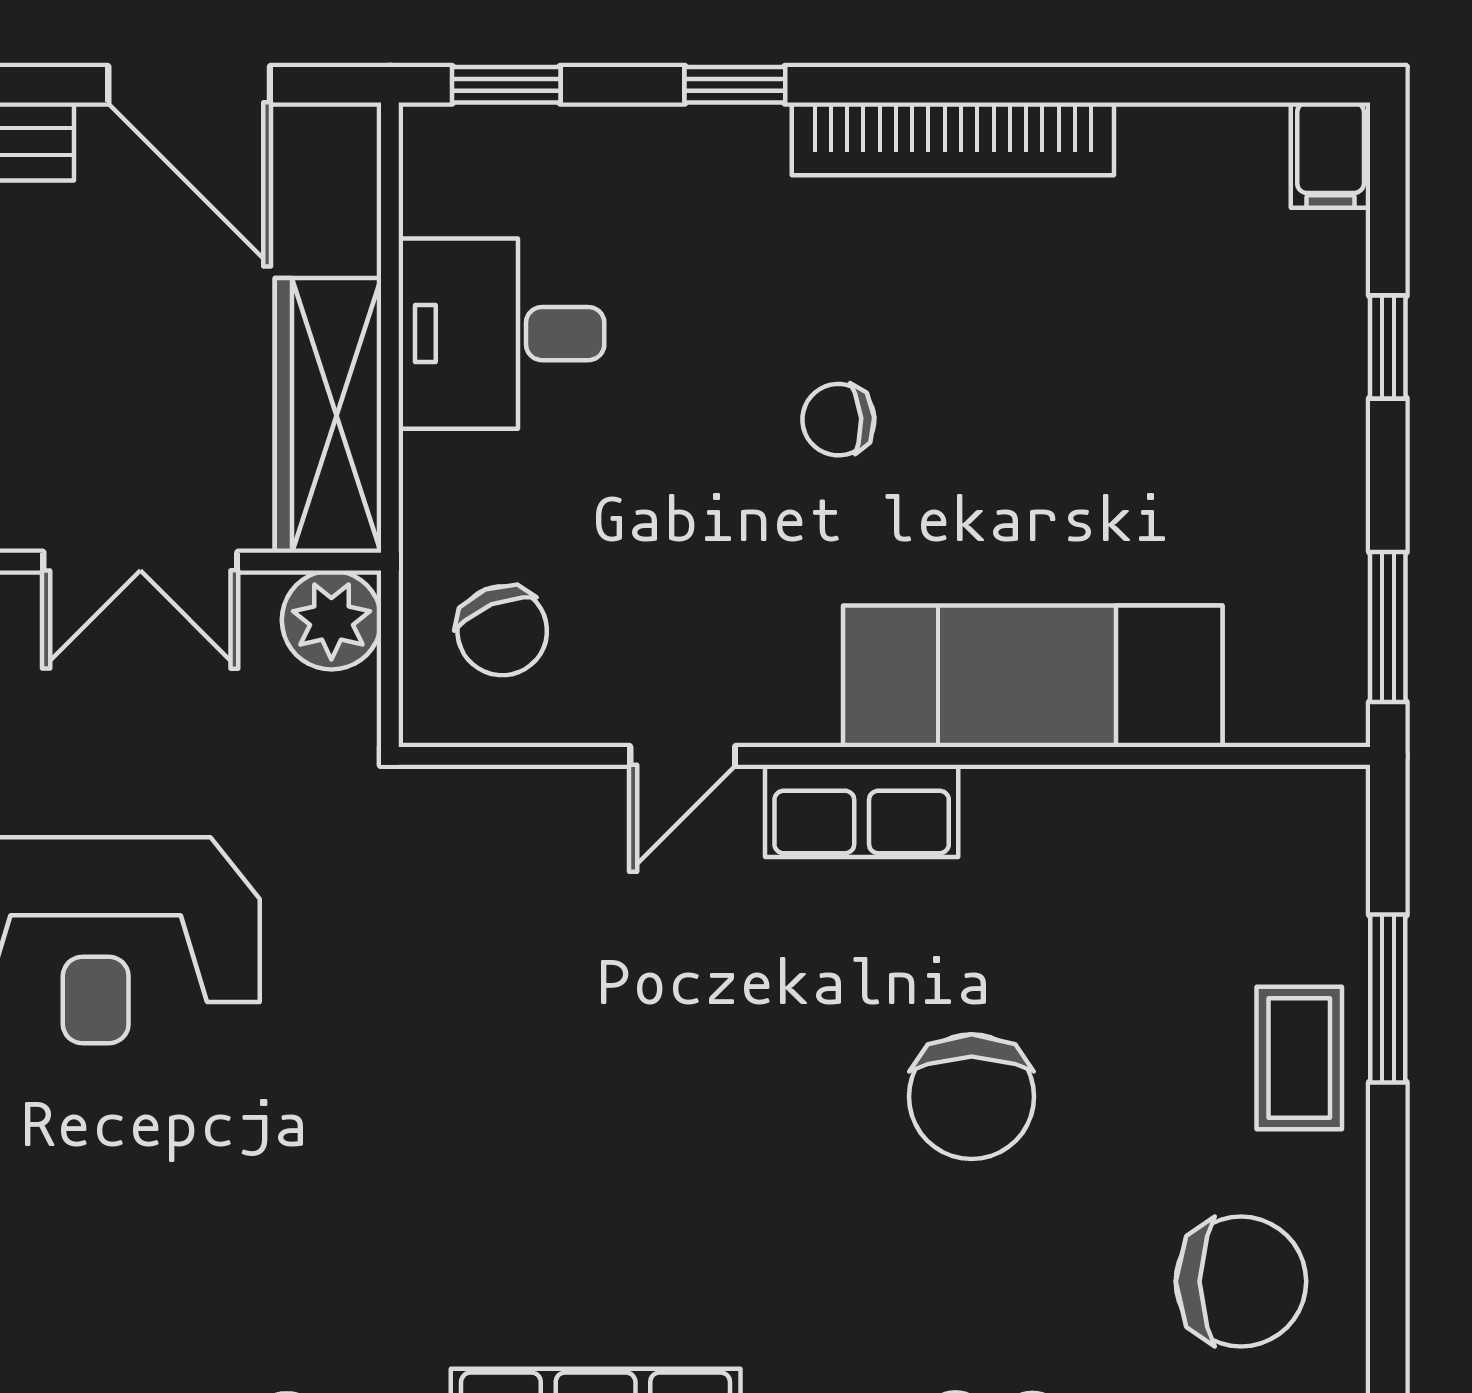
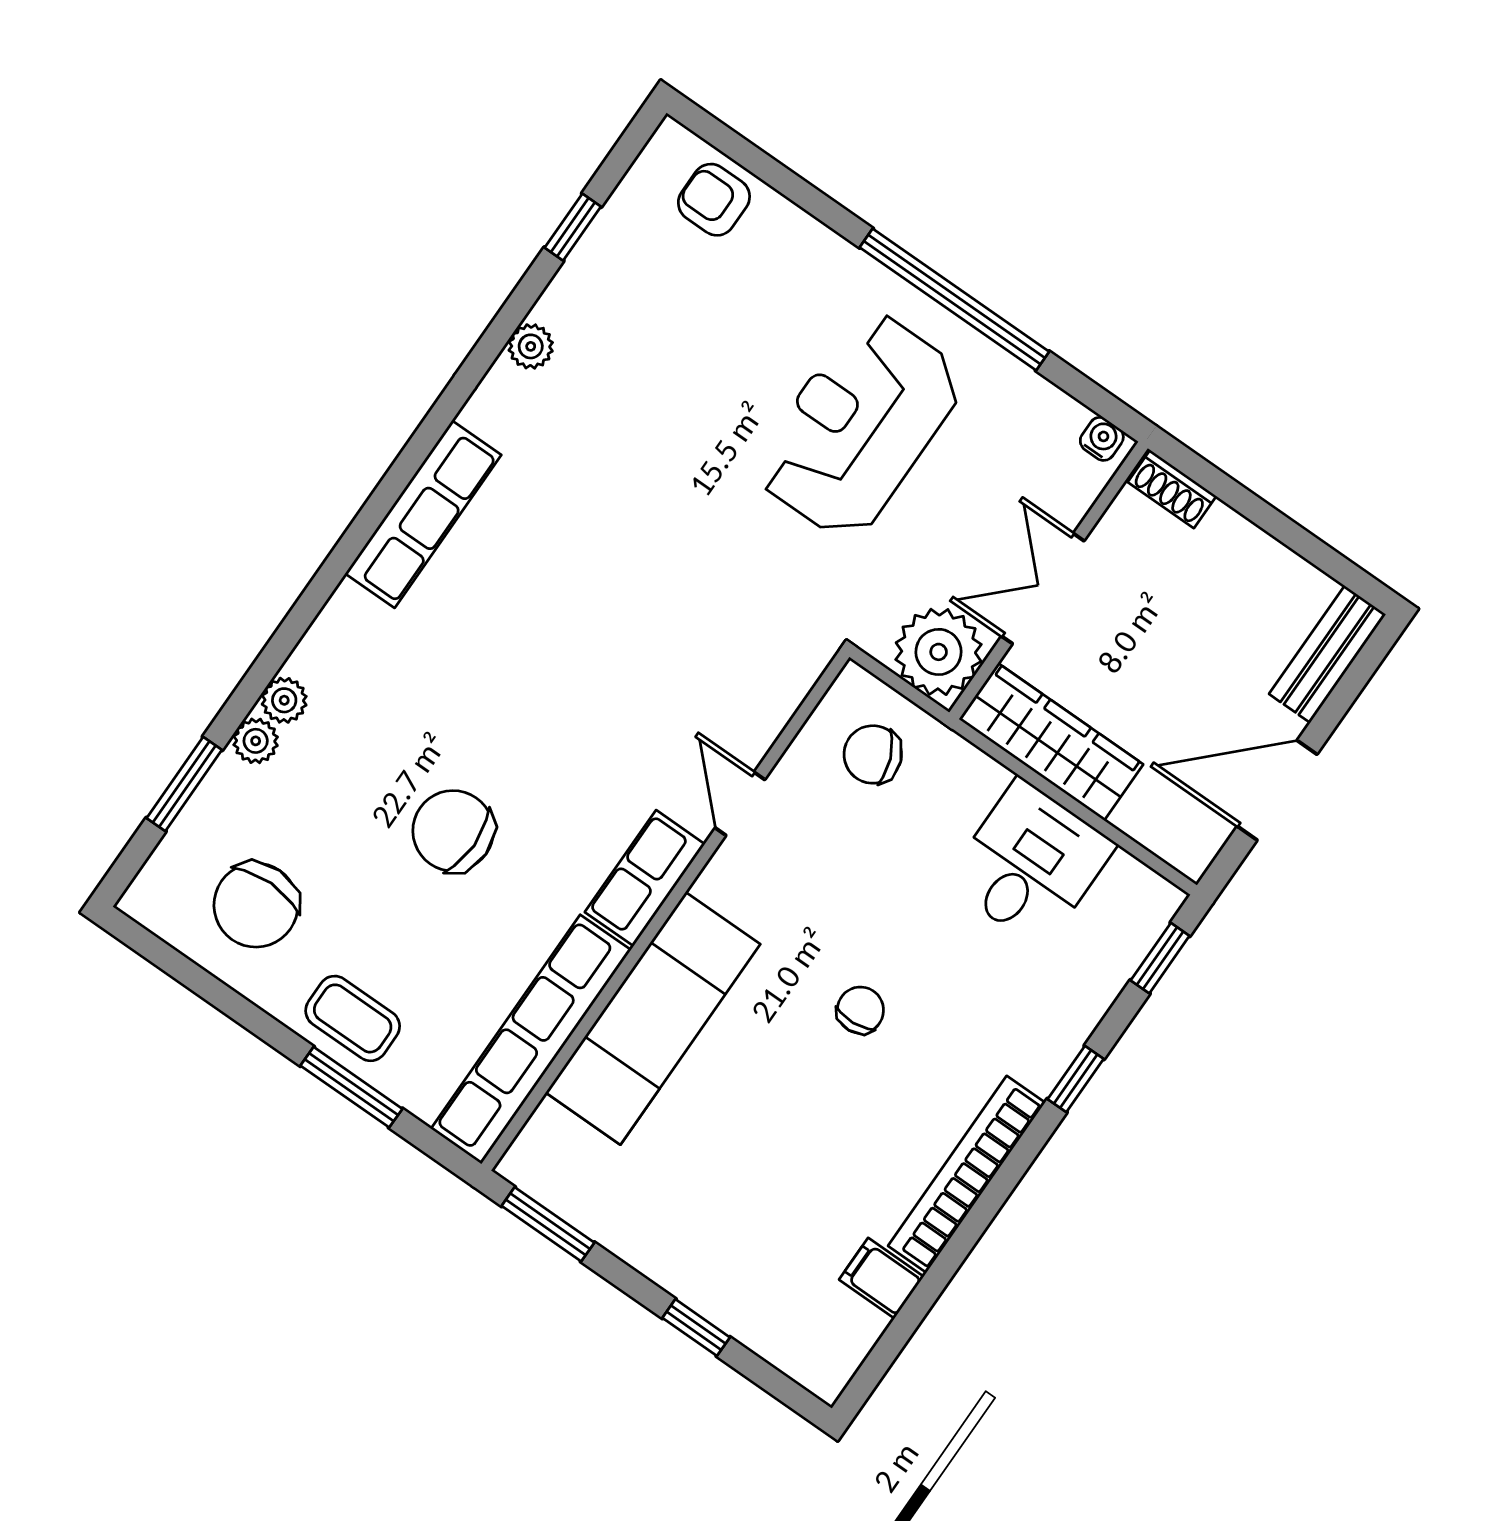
filing cabinet: (1331, 155) -> (881, 1278), moved
plant: (331, 620) -> (939, 652), width x1.36, depth x1.36
row of seats: (1168, 813) -> (531, 1039), added

